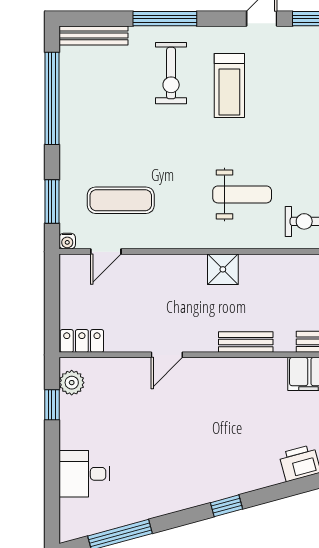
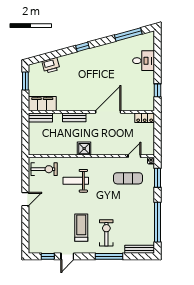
door: (167, 355) -> (108, 112), width x1.88
plant: (72, 383) -> (149, 100), removed

